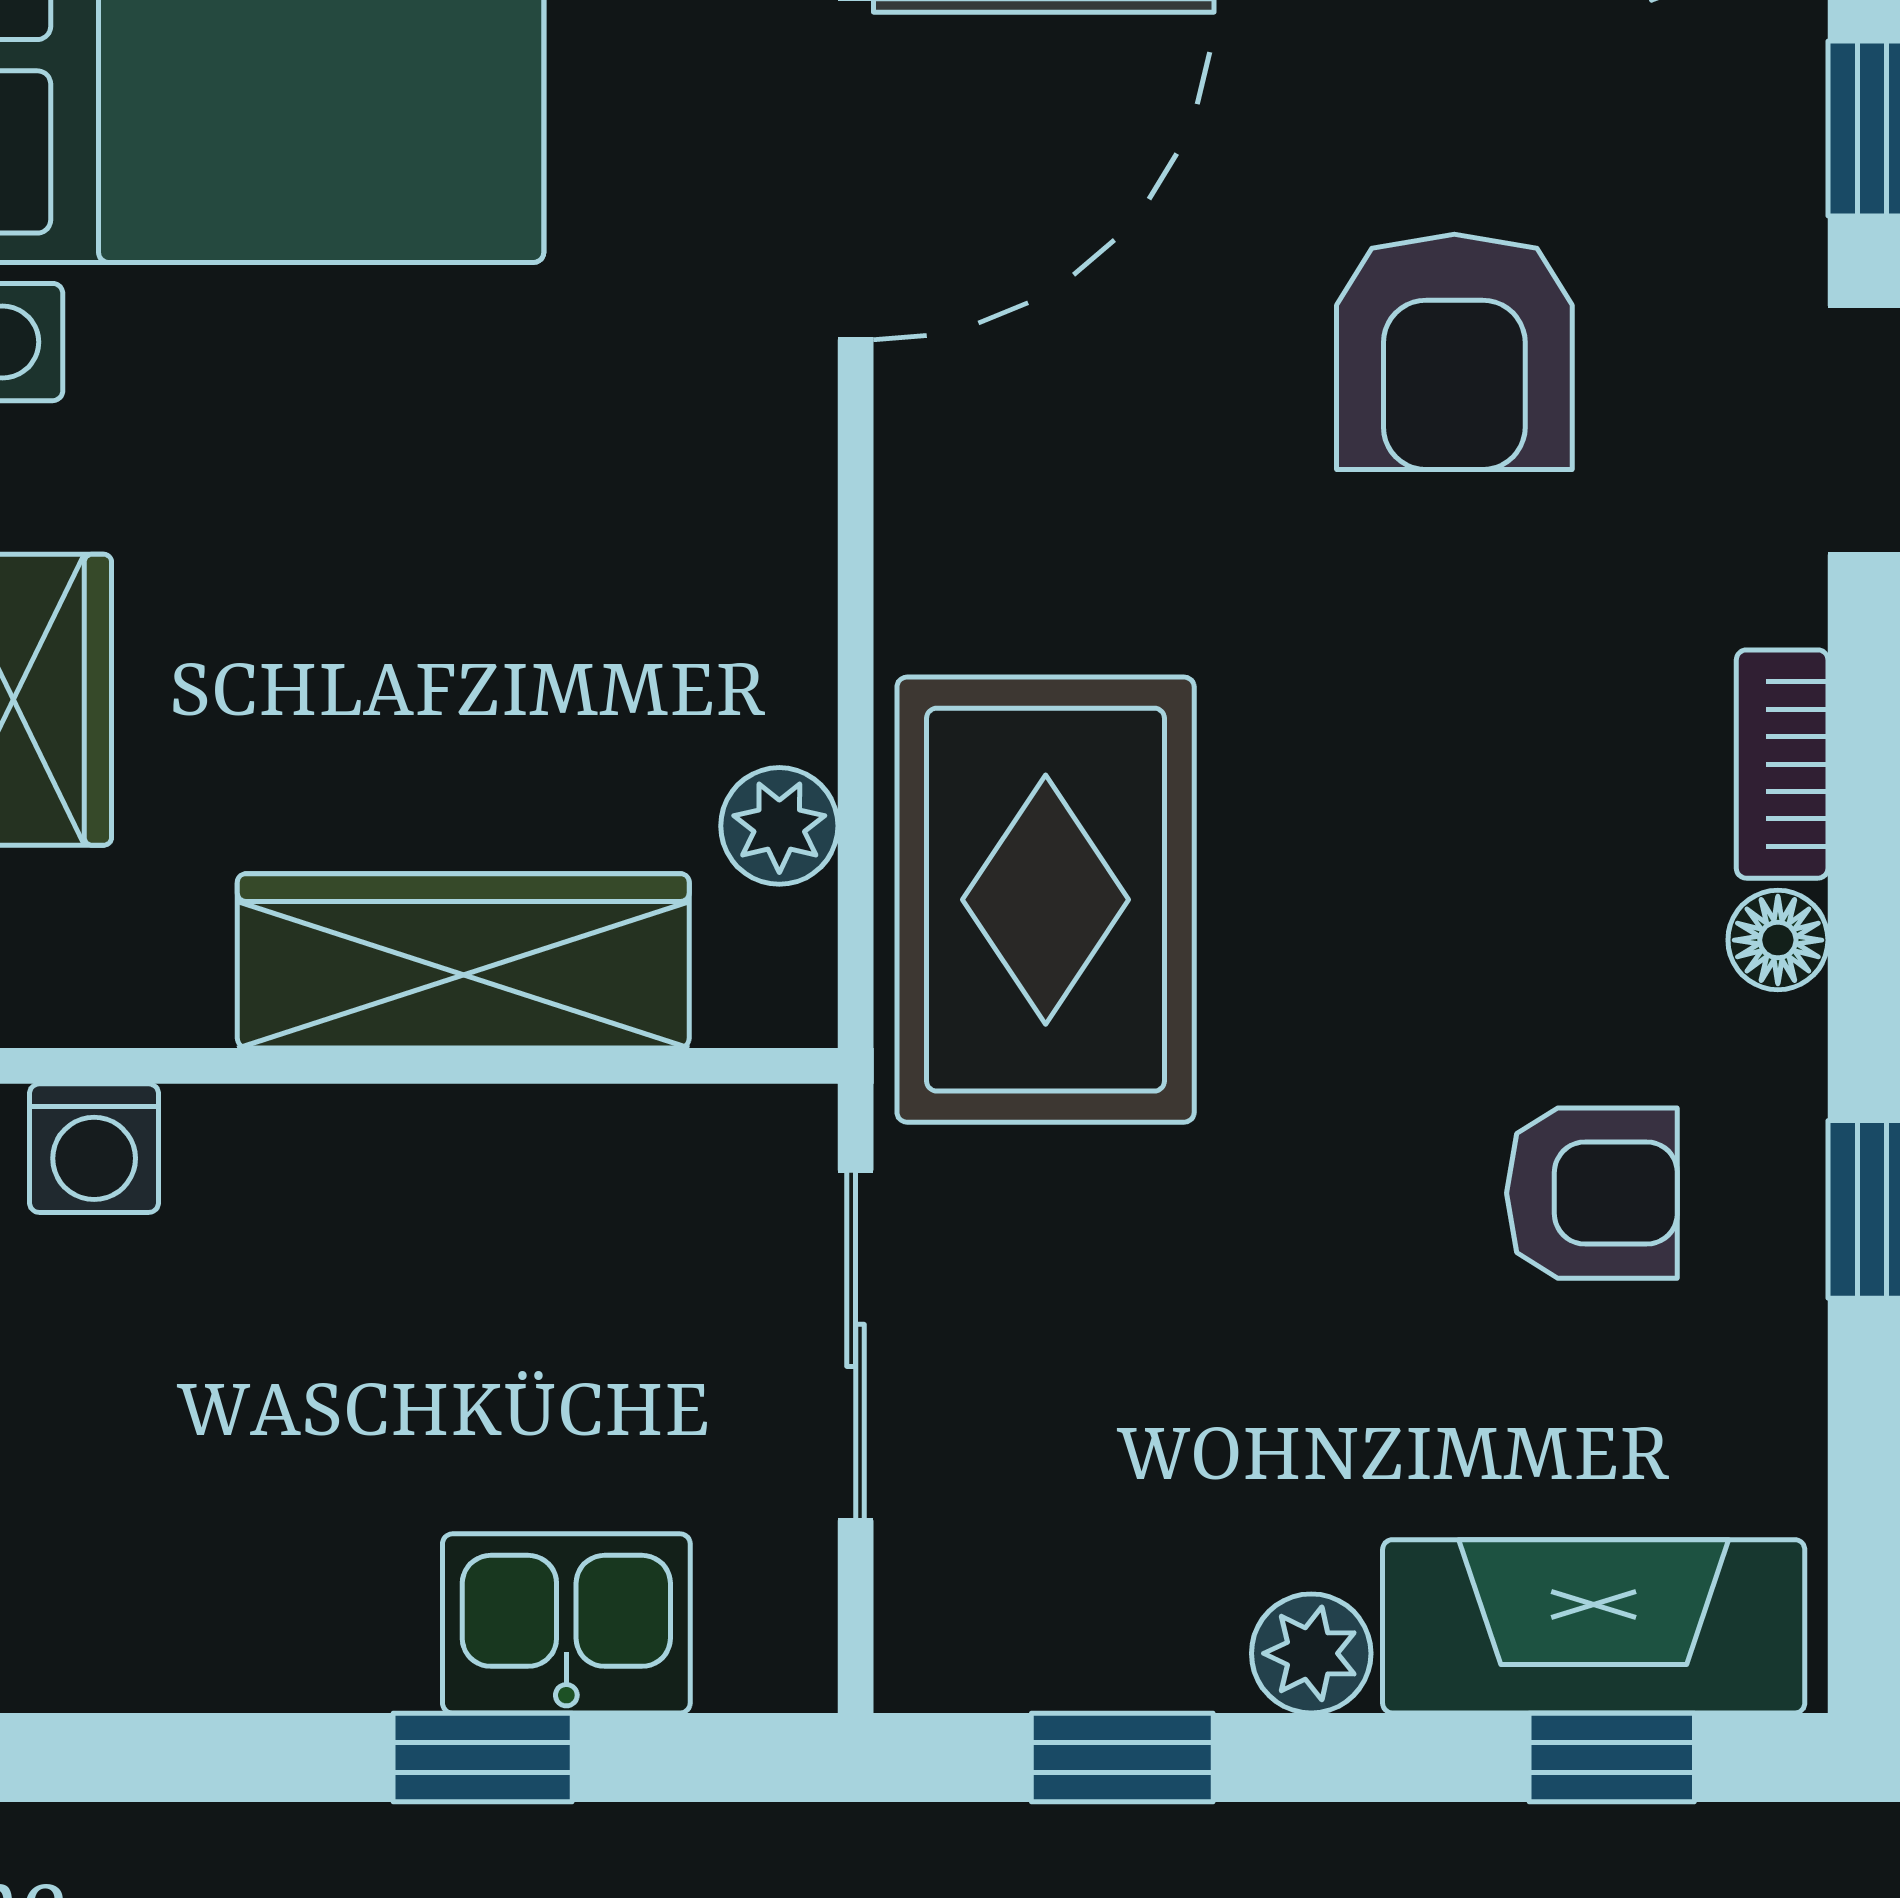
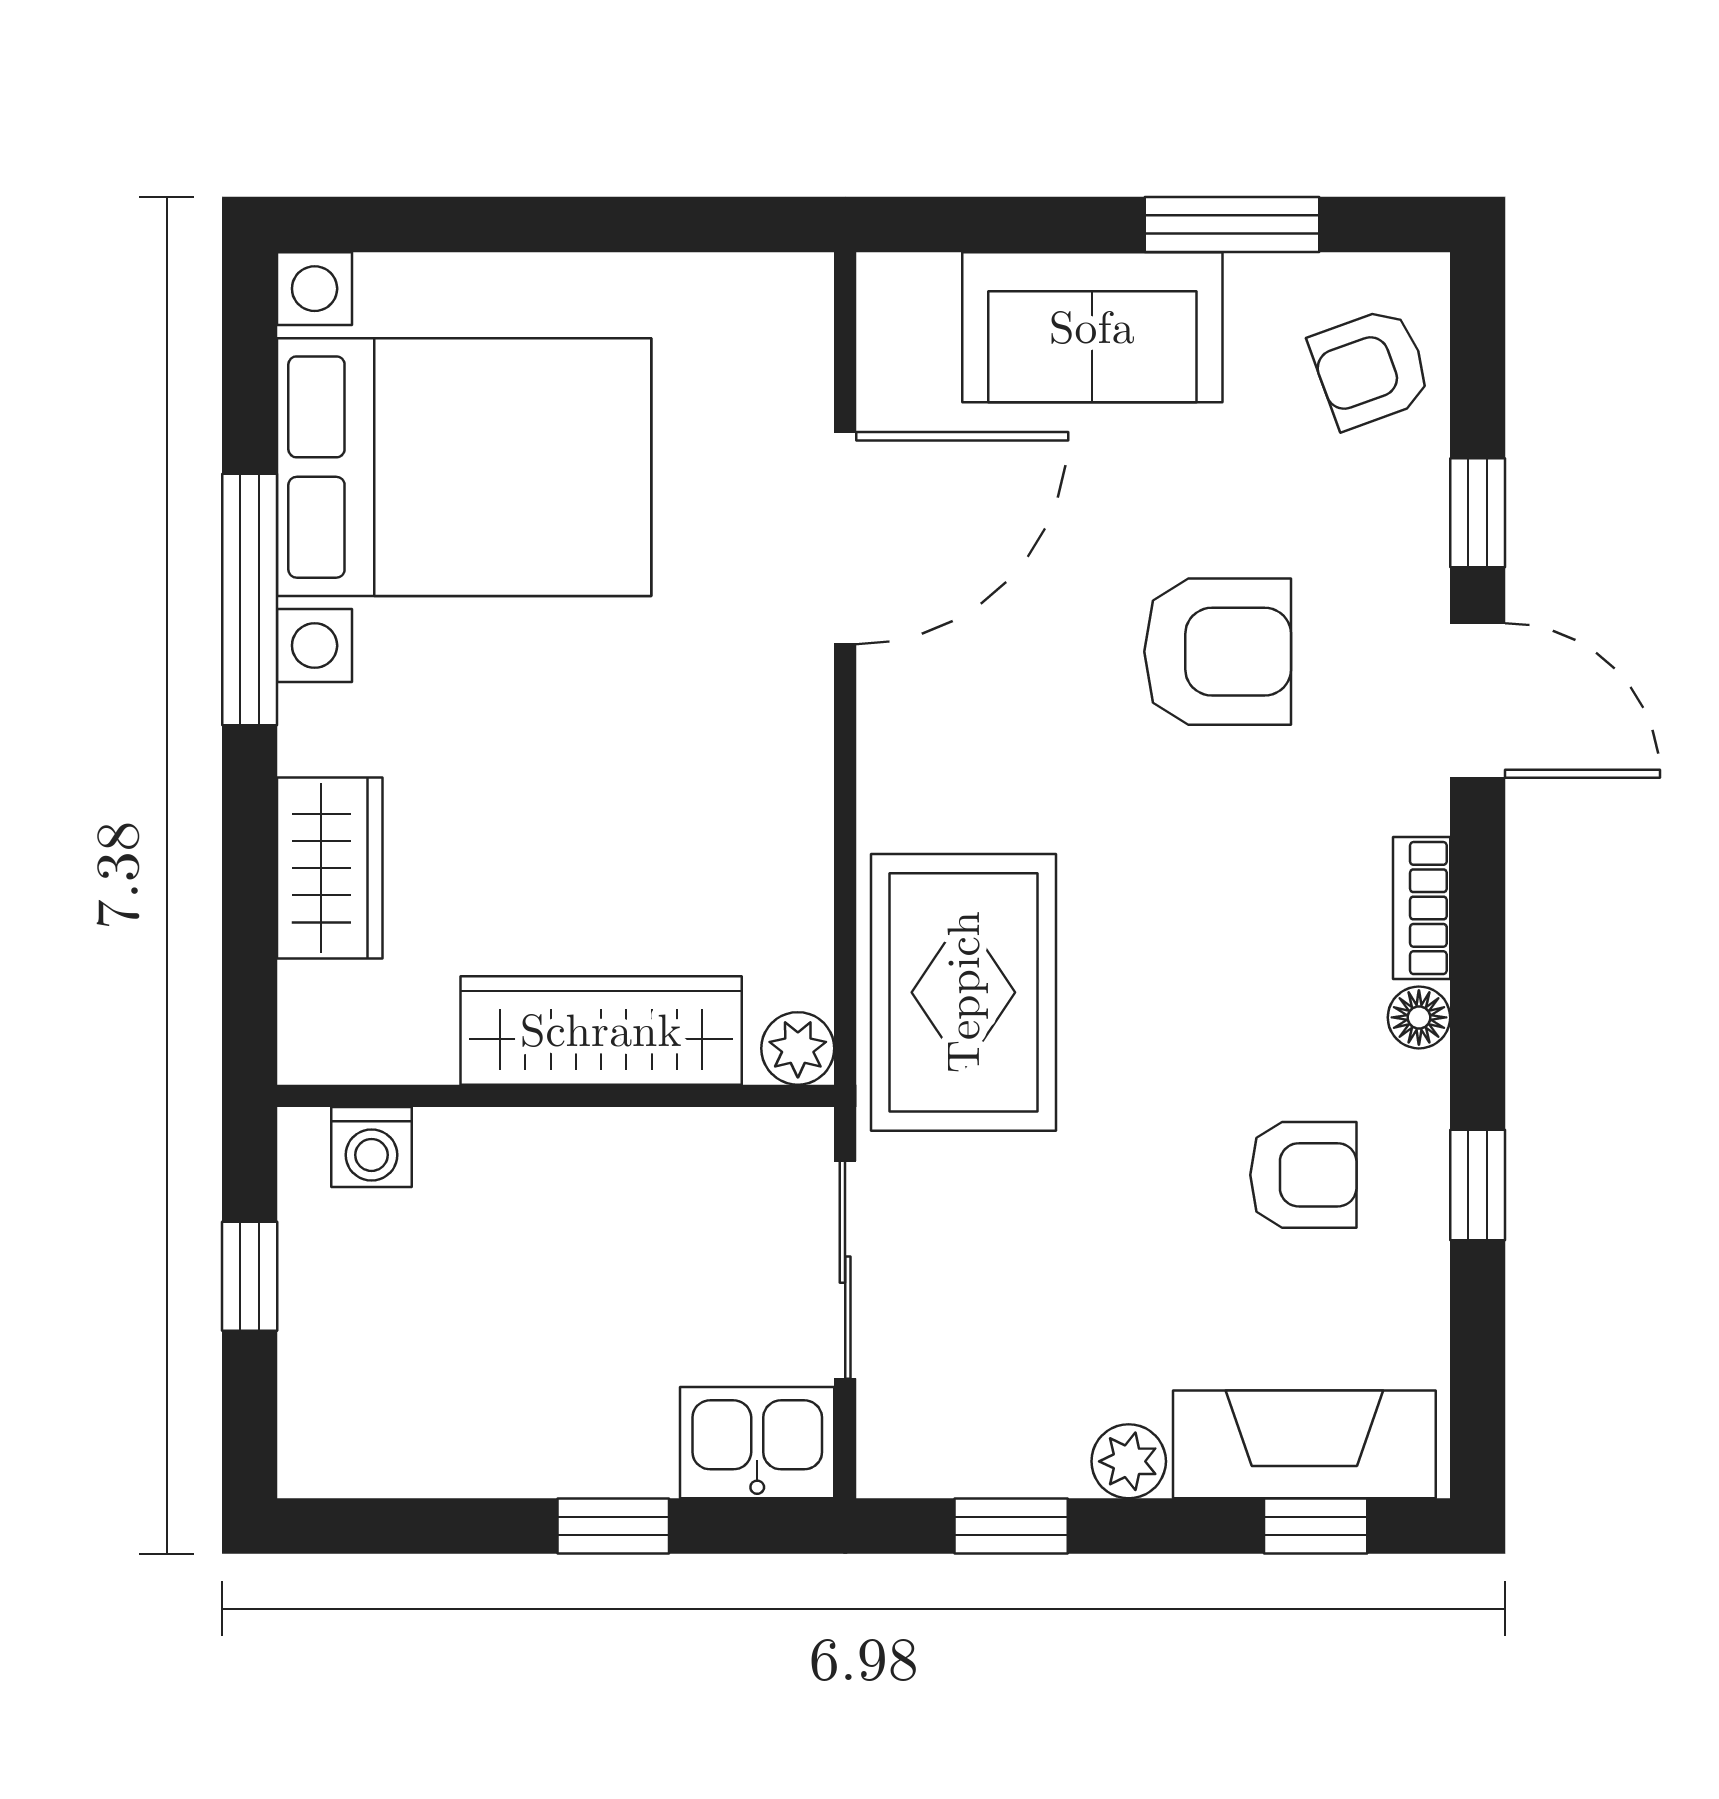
armchair: (1454, 352) -> (1218, 652), turned -90
plant: (779, 826) -> (798, 1048), moved
kitchen sink: (566, 1623) -> (757, 1443), moved

